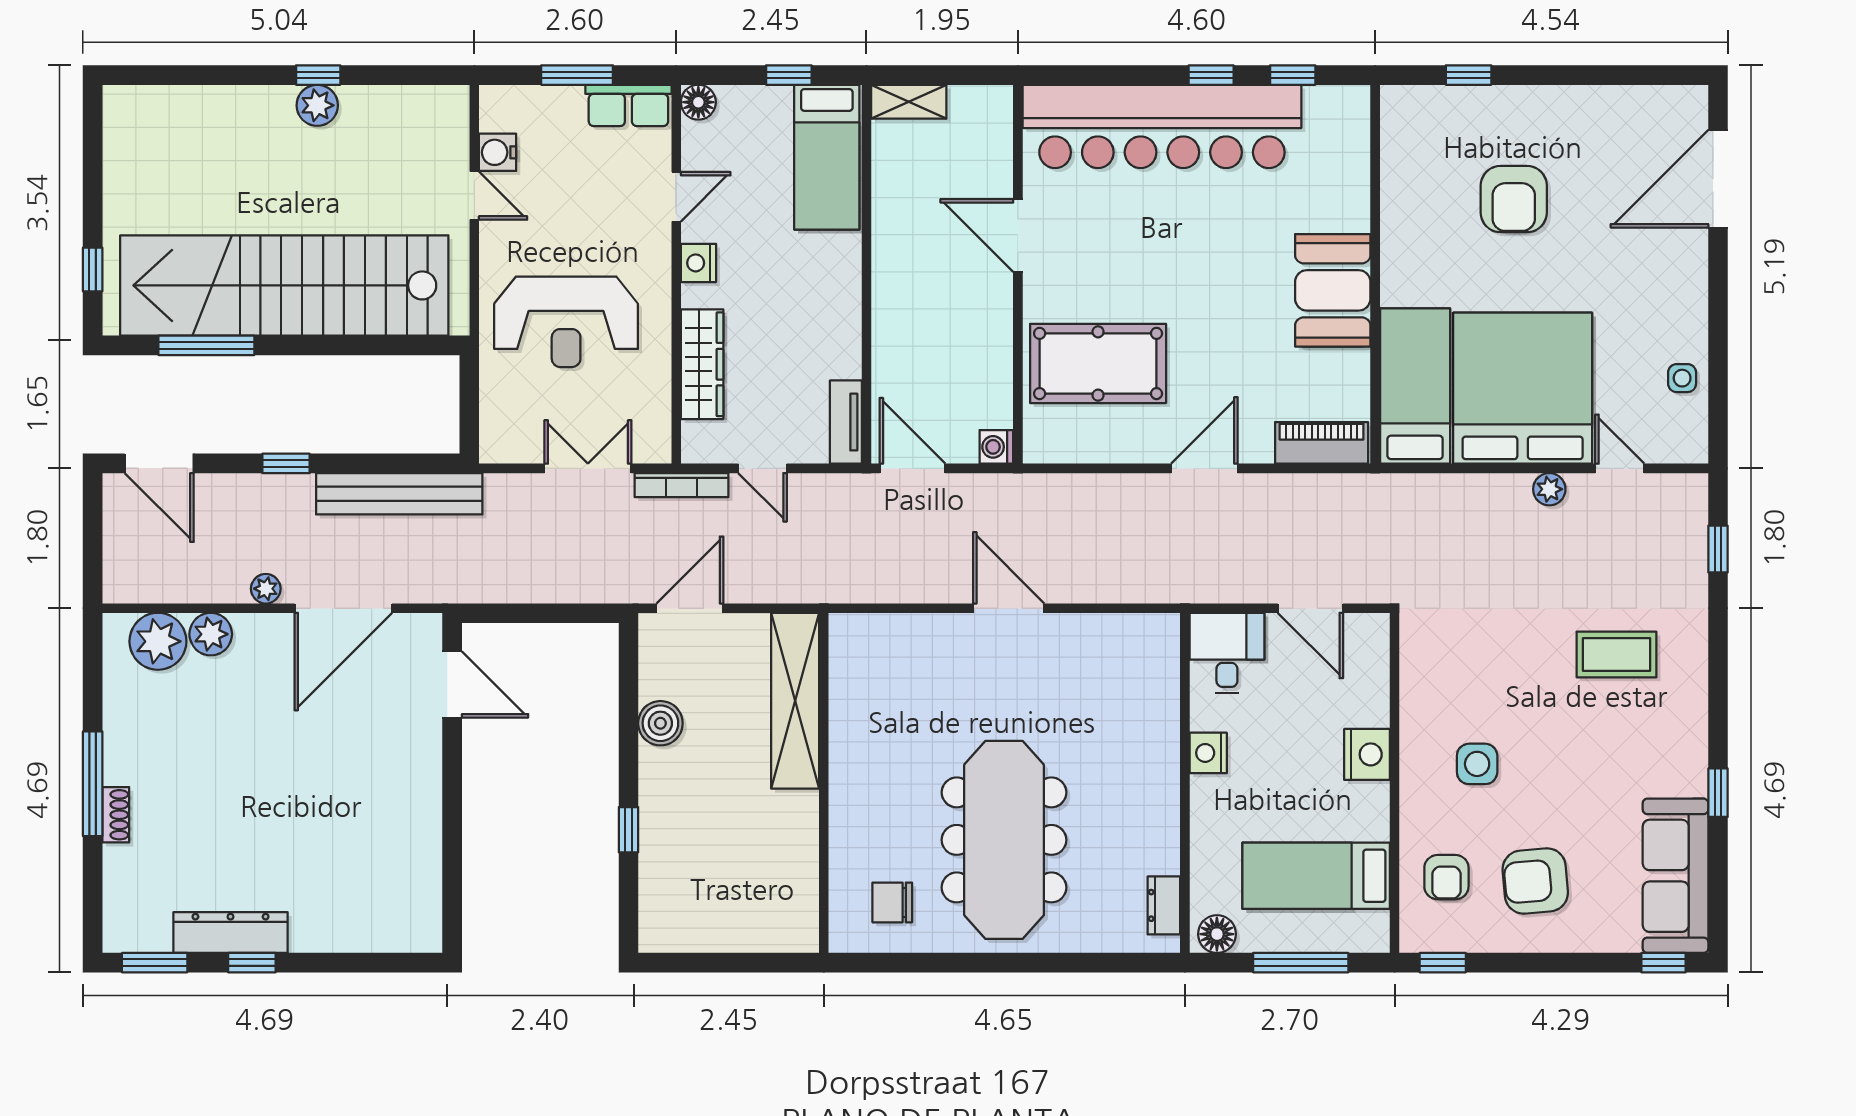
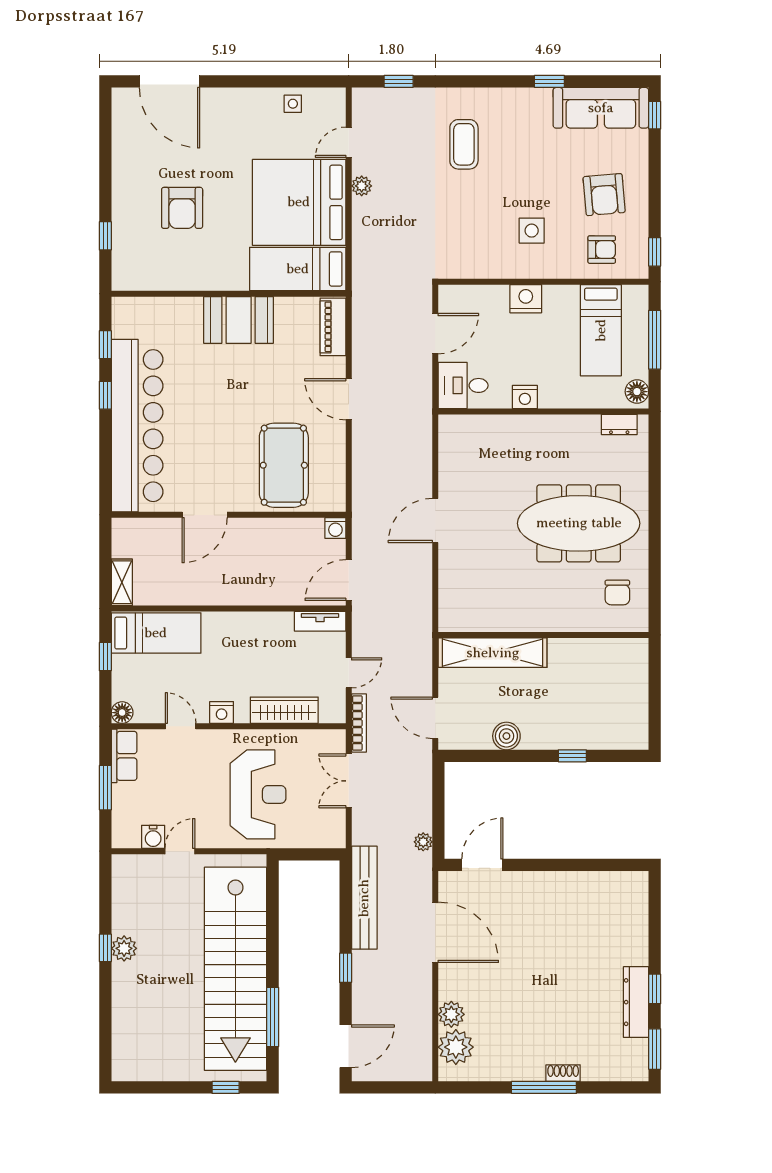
armchair: (1514, 199) -> (182, 208), turned 90
plant: (266, 589) -> (423, 842), moved

